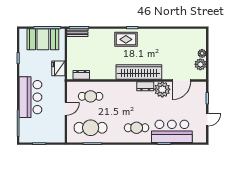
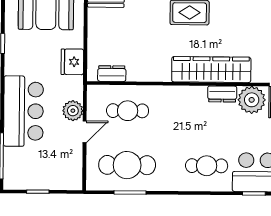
plant: (59, 97) -> (73, 111), added

